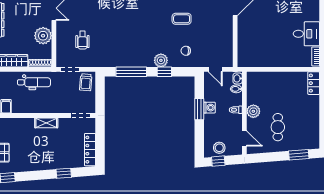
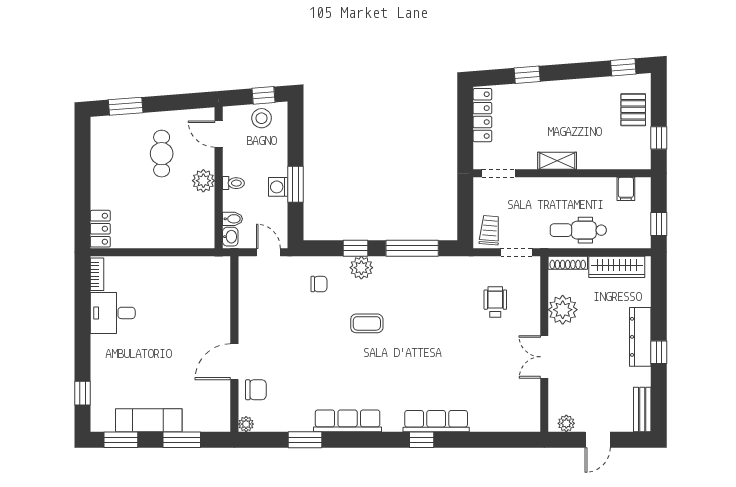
coffee table: (182, 19) -> (367, 323), moved

